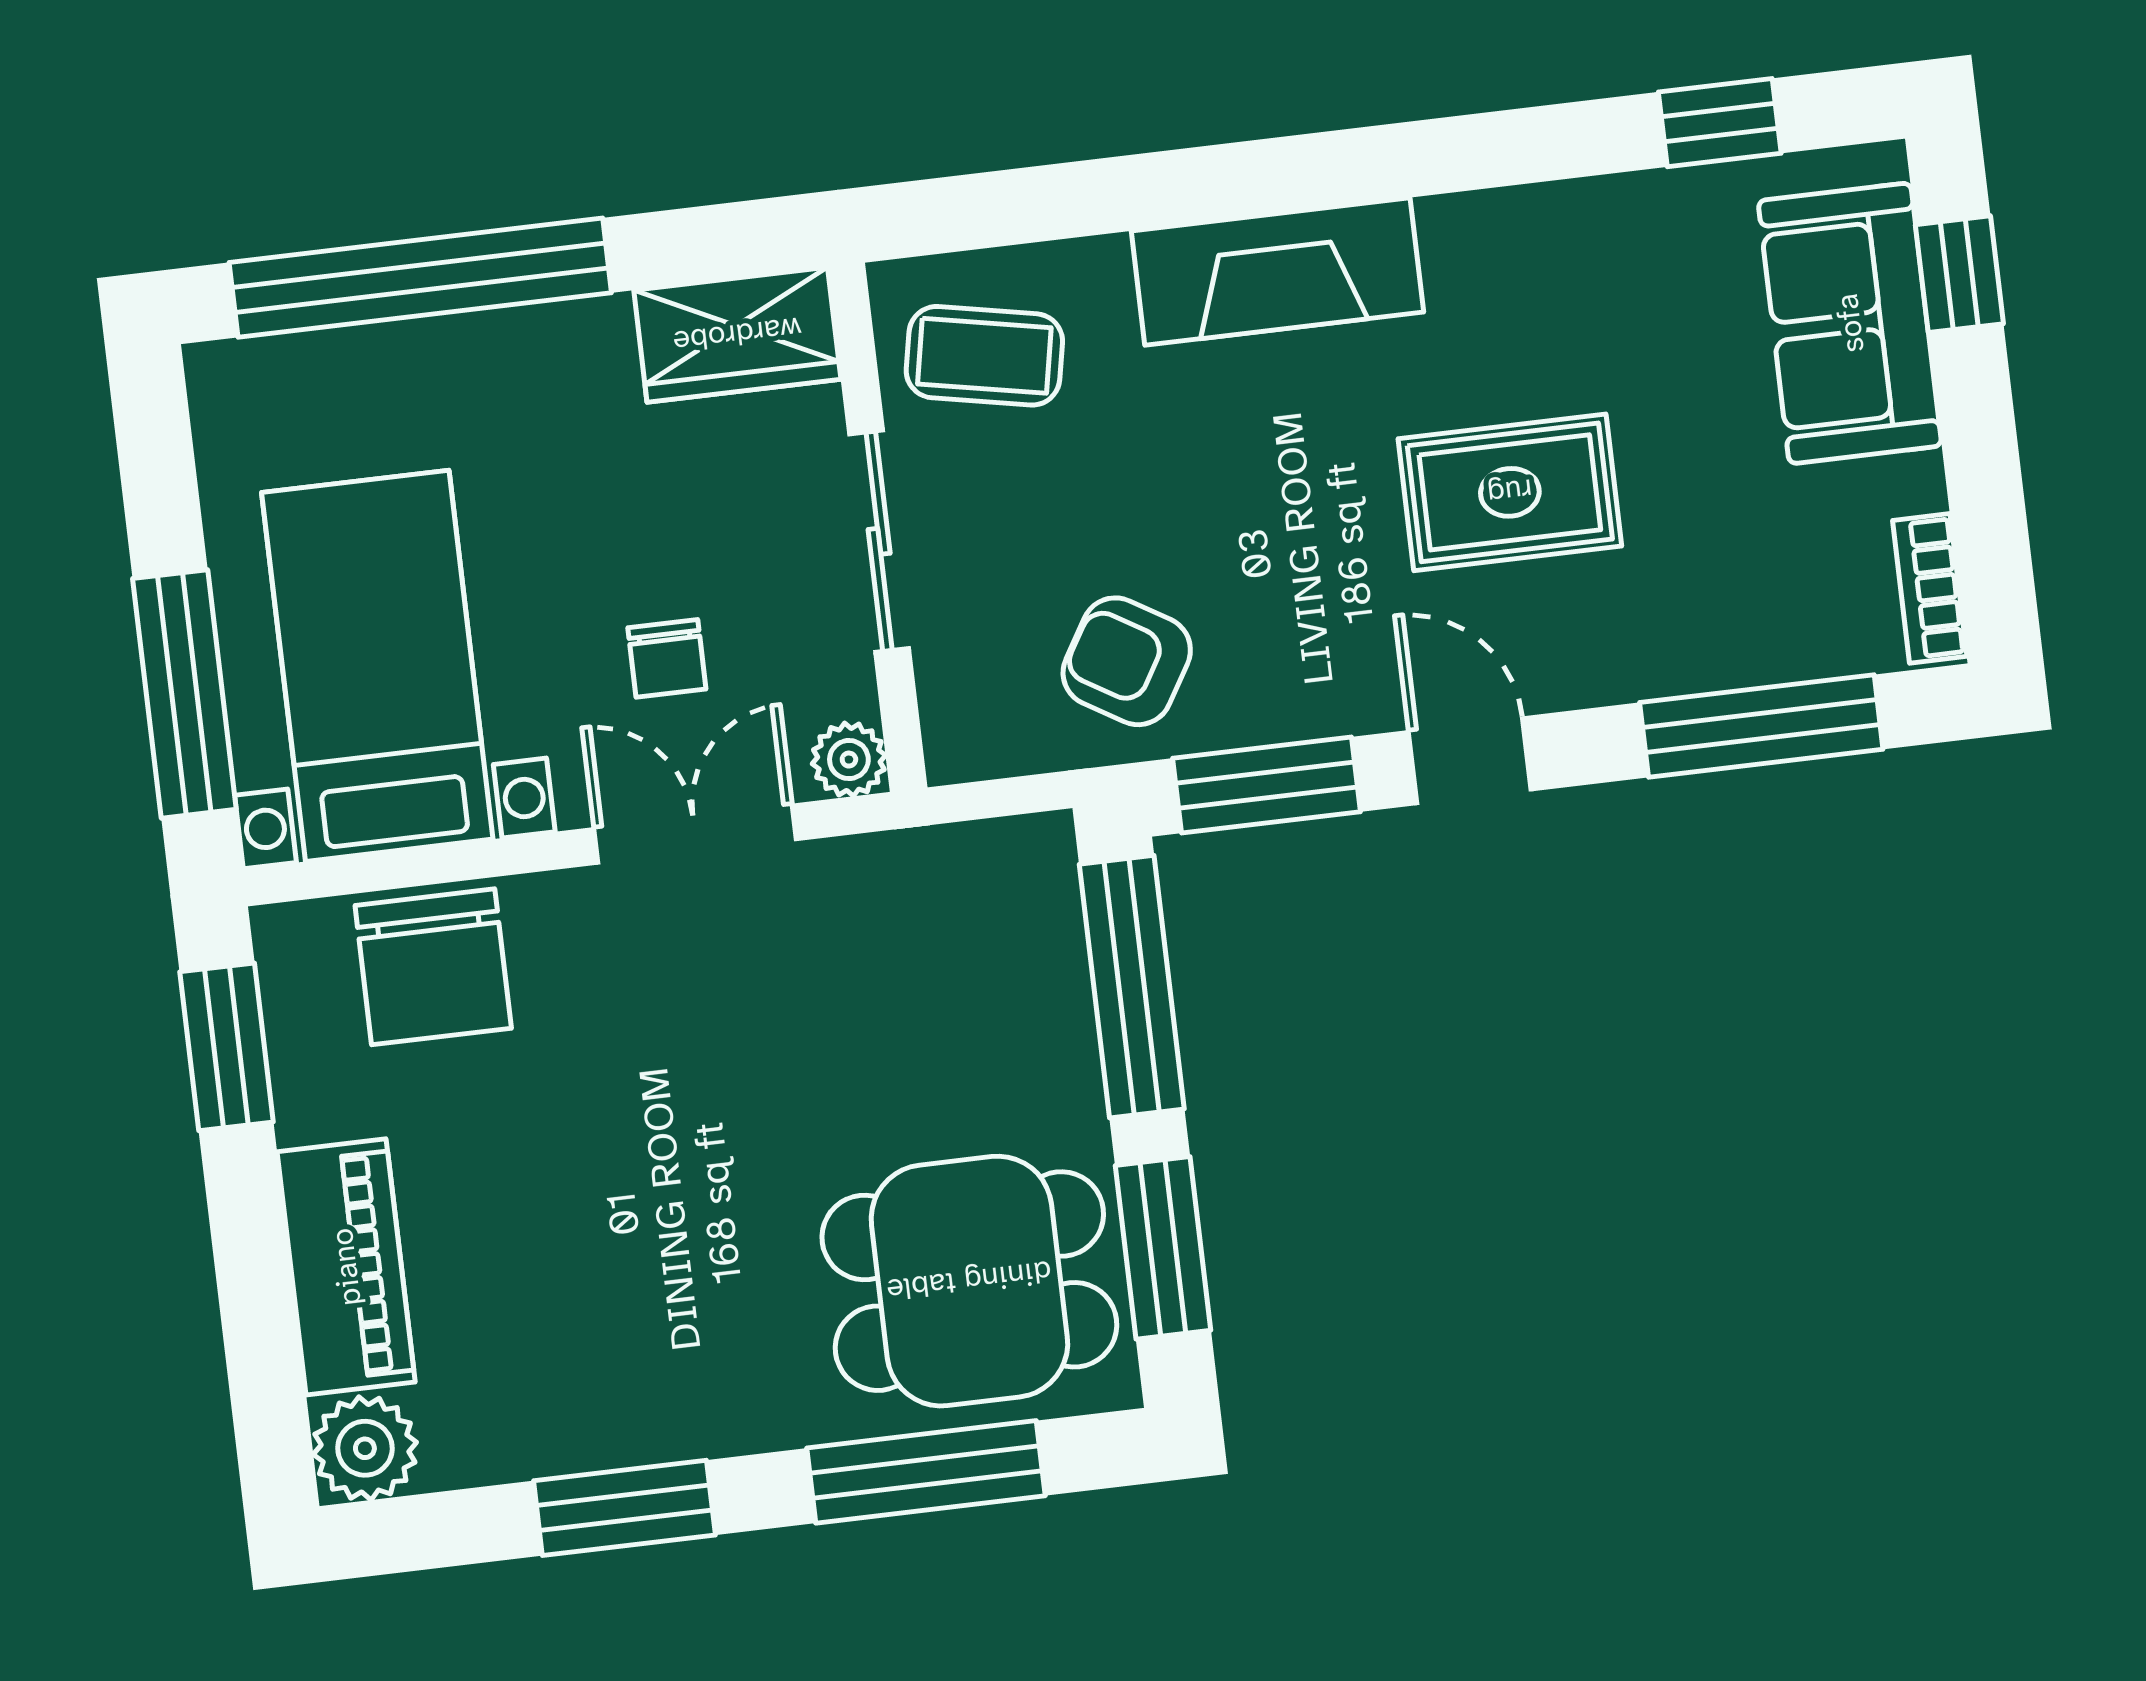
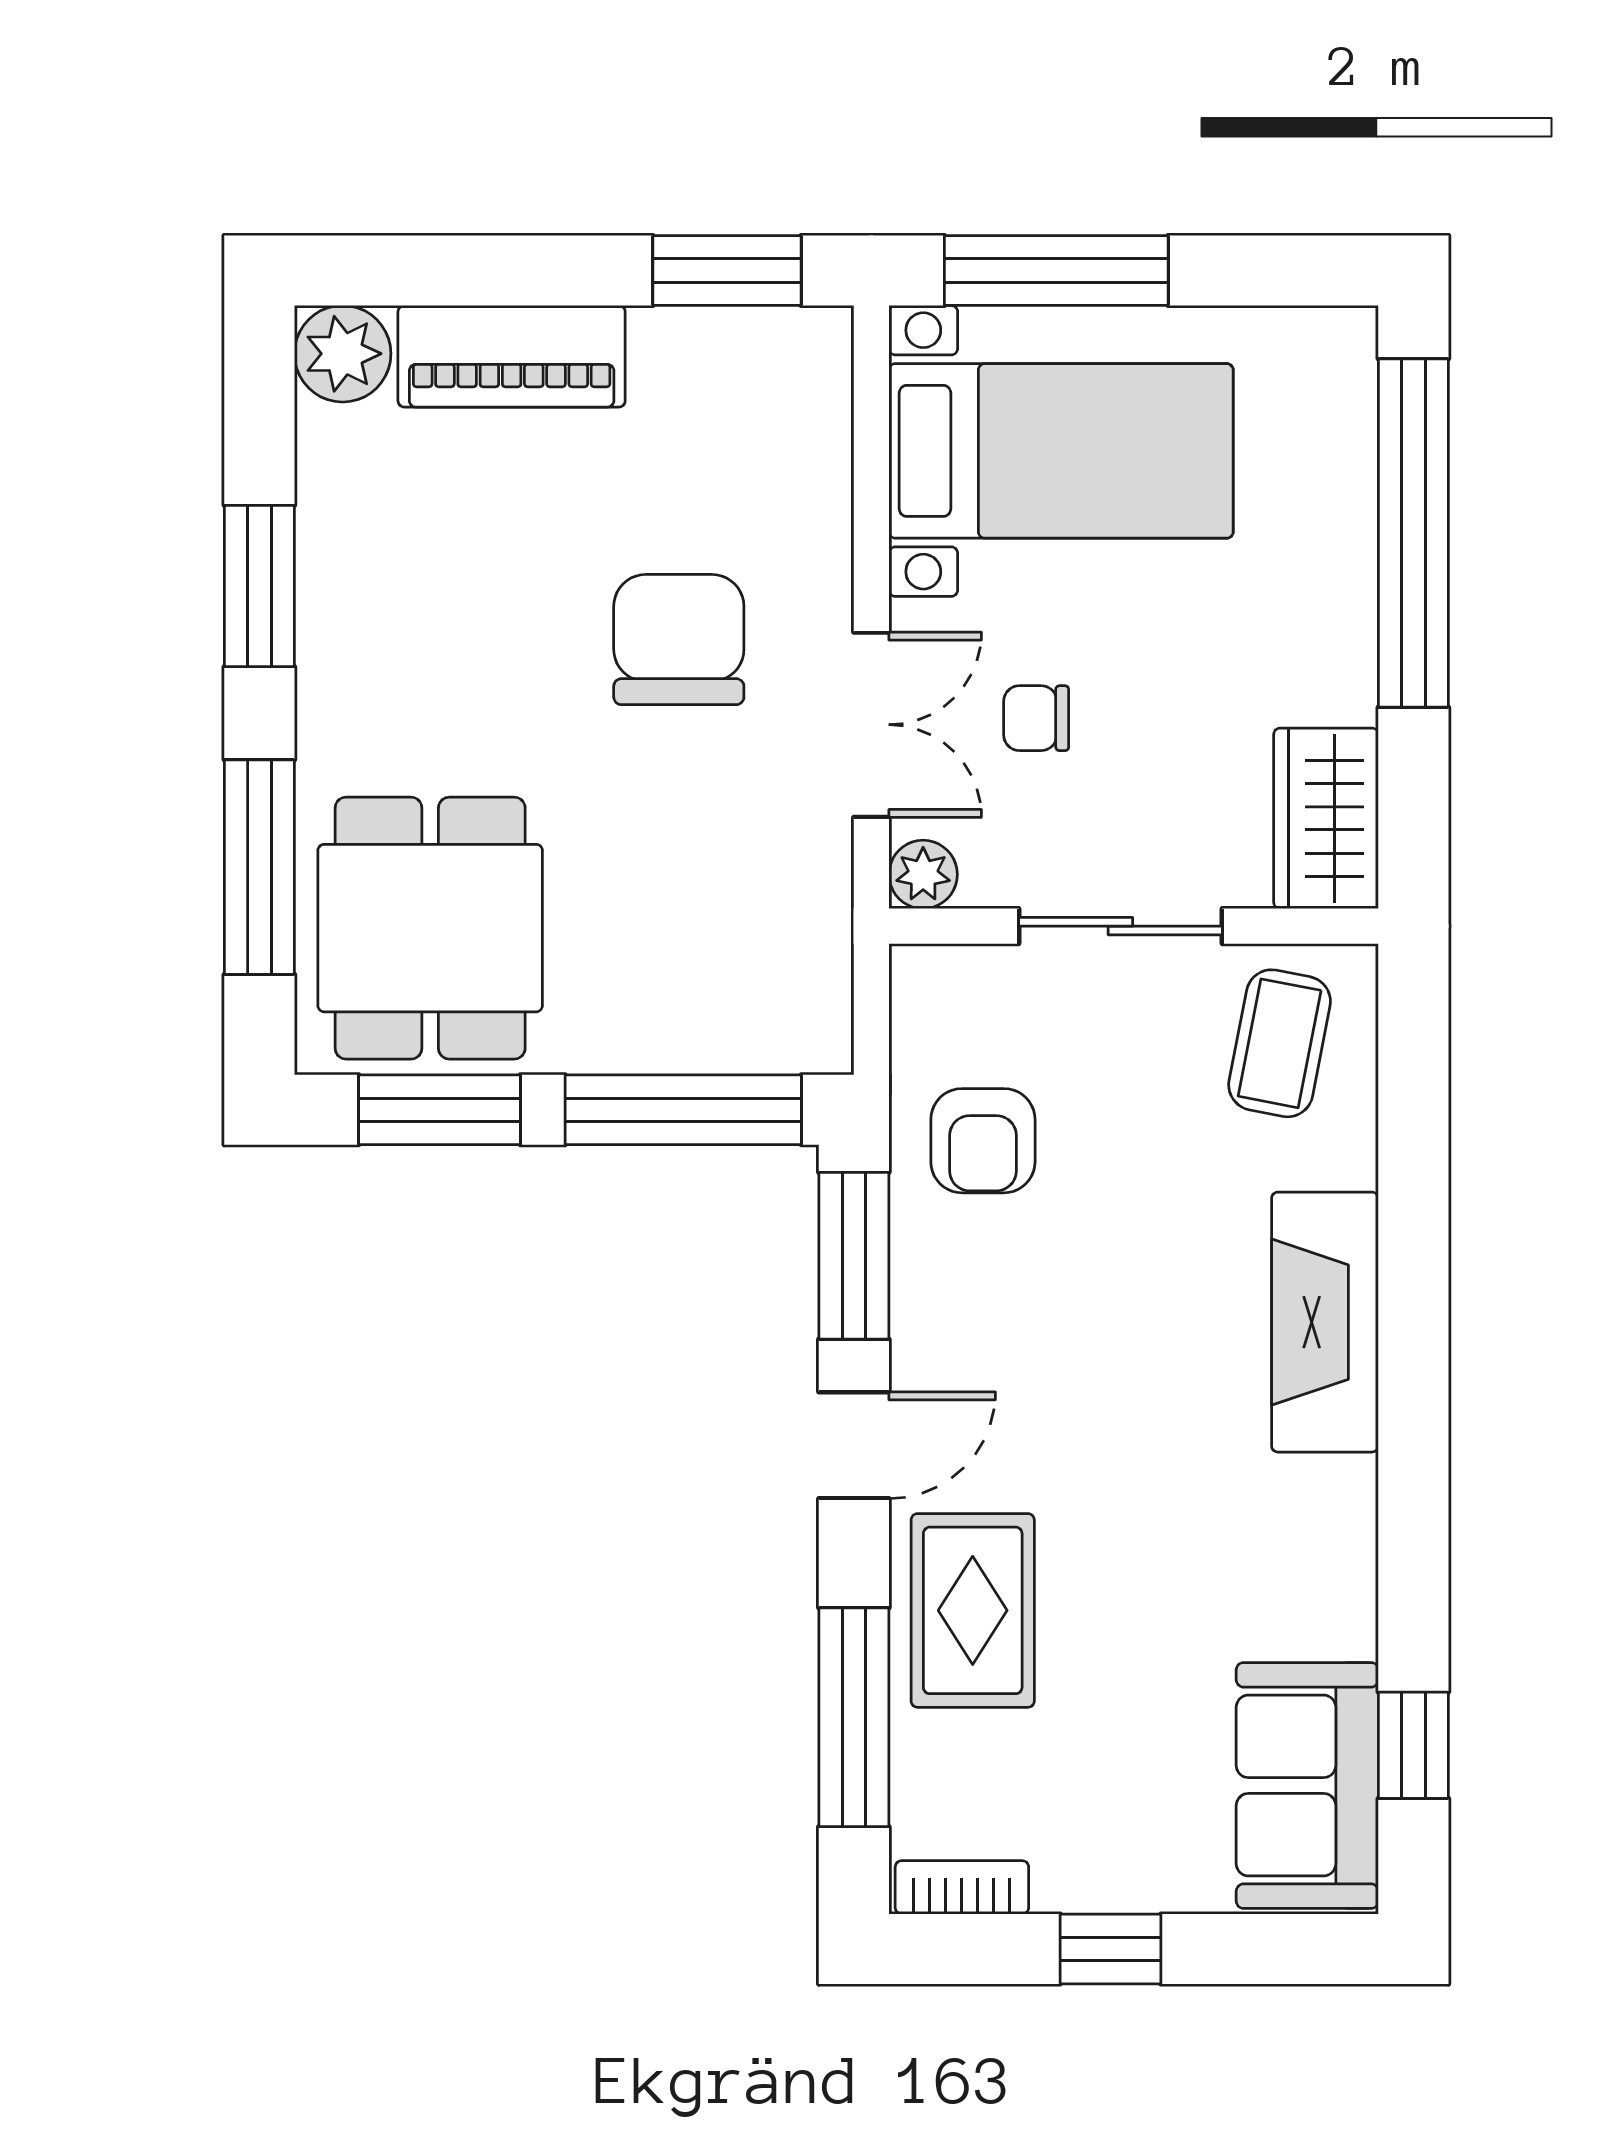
window: (1959, 274) -> (1110, 1949), moved
sofa: (1850, 323) -> (1307, 1786), moved, turned -90
rug: (1510, 492) -> (973, 1610), moved
armchair: (1127, 661) -> (983, 1141), turned 149
chair: (433, 967) -> (679, 640), moved, turned 90

